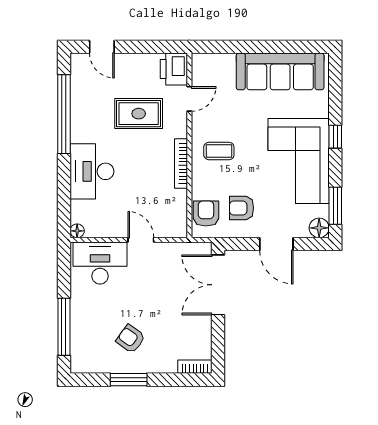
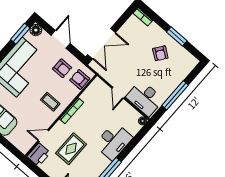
rug: (139, 114) -> (71, 149), turned 90
armchair: (206, 213) -> (80, 79), turned 90
window: (64, 327) -> (175, 95), moved

